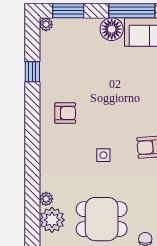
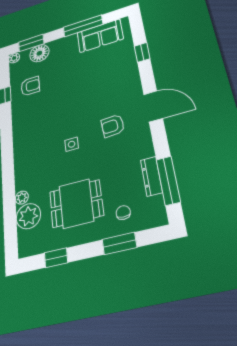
floor lamp: (112, 29) -> (39, 53), moved
armchair: (65, 113) -> (30, 86), moved

